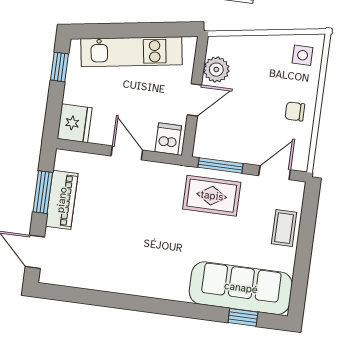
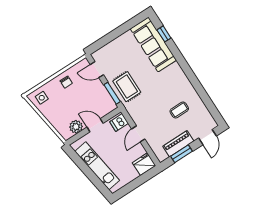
window: (59, 67) -> (127, 189), removed
coffee table: (284, 228) -> (179, 110), moved

